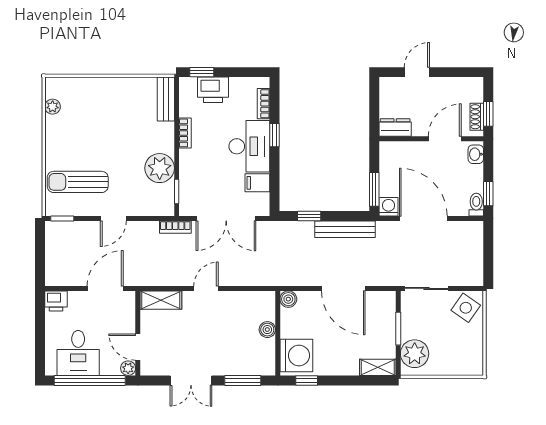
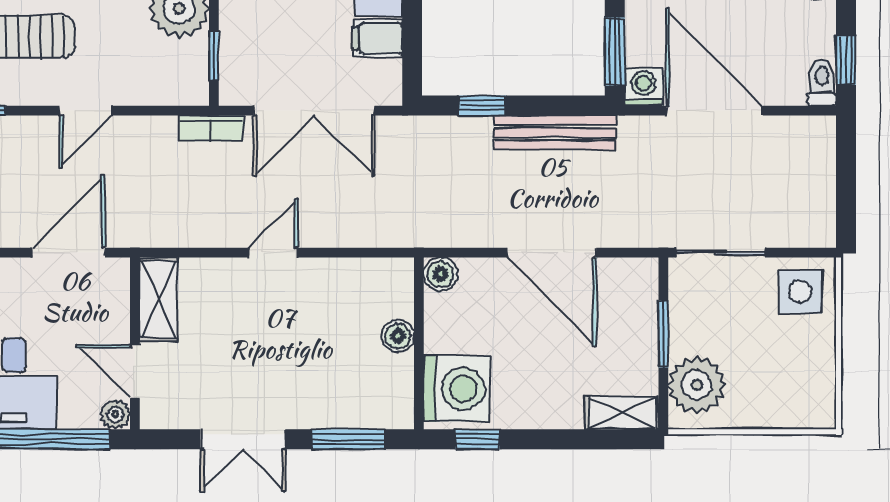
shelving: (161, 300) -> (159, 299), moved, turned 90
side table: (466, 308) -> (800, 292), turned -35

